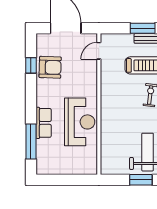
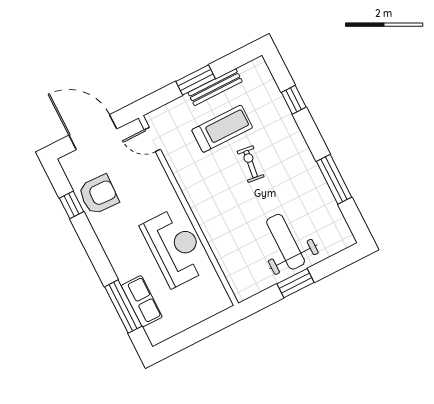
door: (99, 51) -> (152, 140), hinge flipped
row of seats: (44, 123) -> (142, 301), moved

